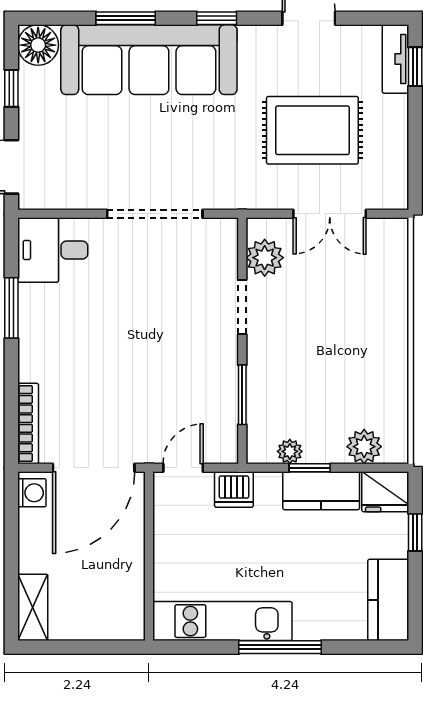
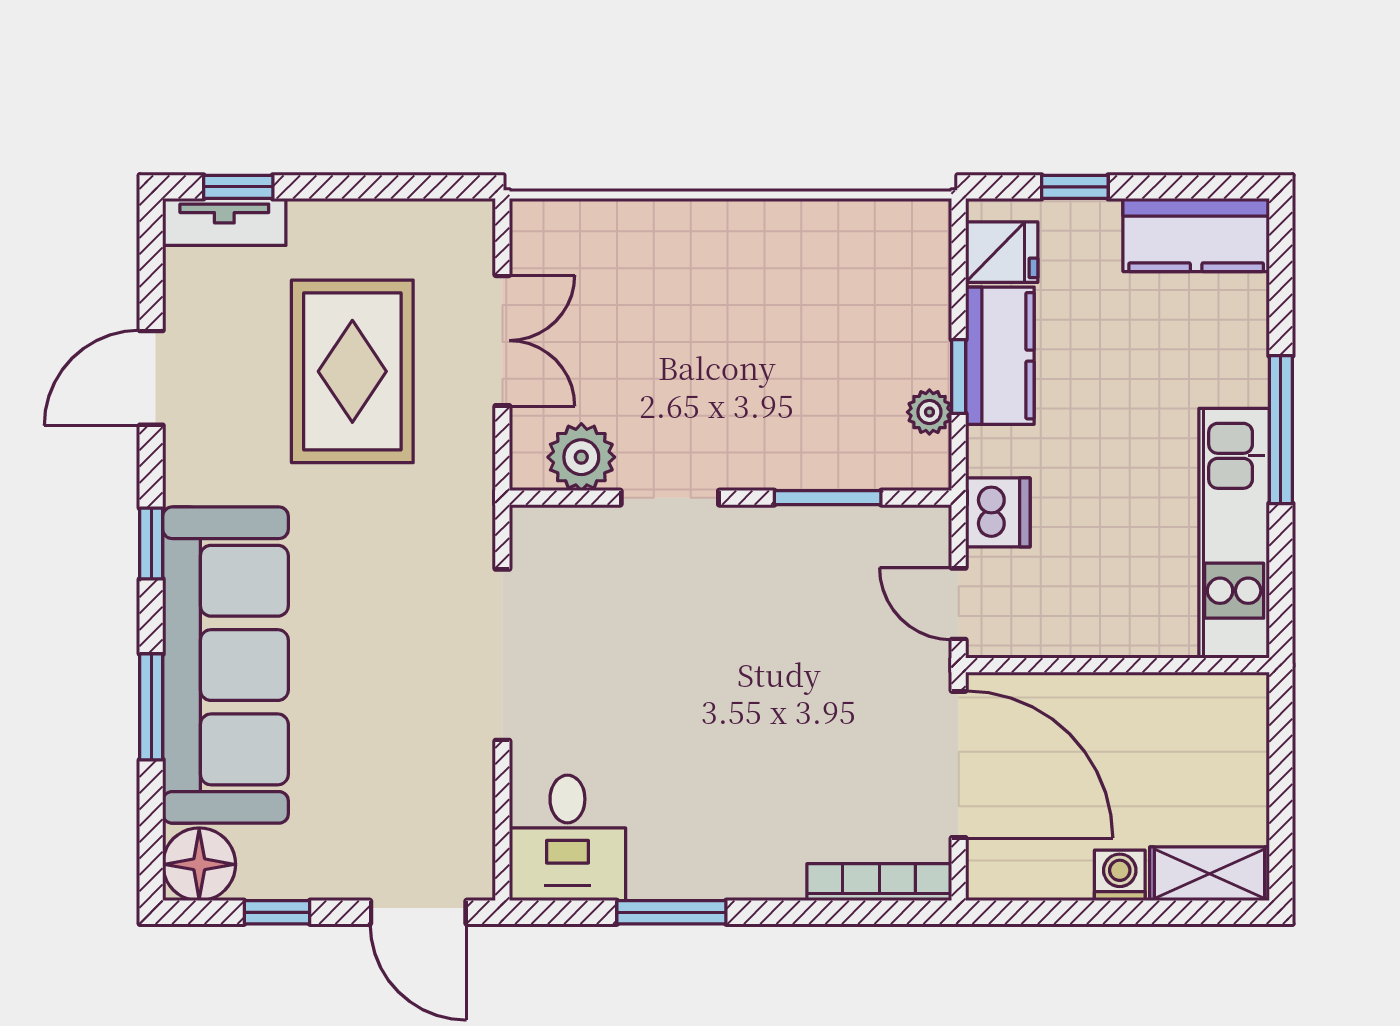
plant: (364, 447) -> (921, 279), removed
fridge: (385, 492) -> (1002, 252), width x0.72
washing machine: (32, 493) -> (1120, 875), moved

